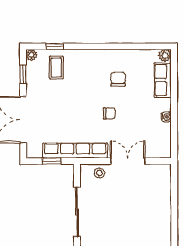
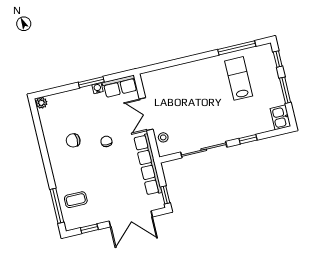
window: (55, 46) -> (57, 206), width x2.17
plant: (31, 55) -> (70, 225), removed
row of seats: (163, 80) -> (120, 86), moved
window: (174, 112) -> (91, 82), added
window: (52, 161) -> (165, 195), moved

